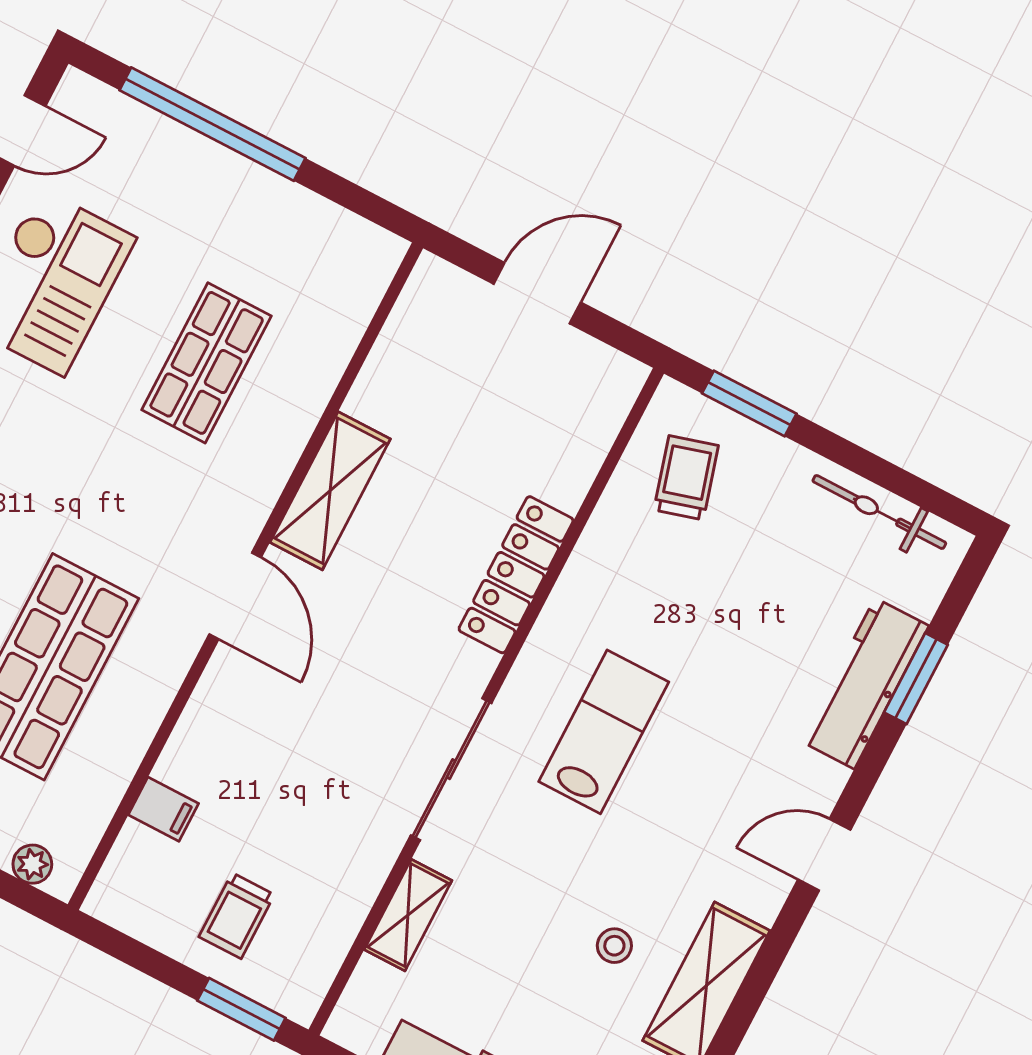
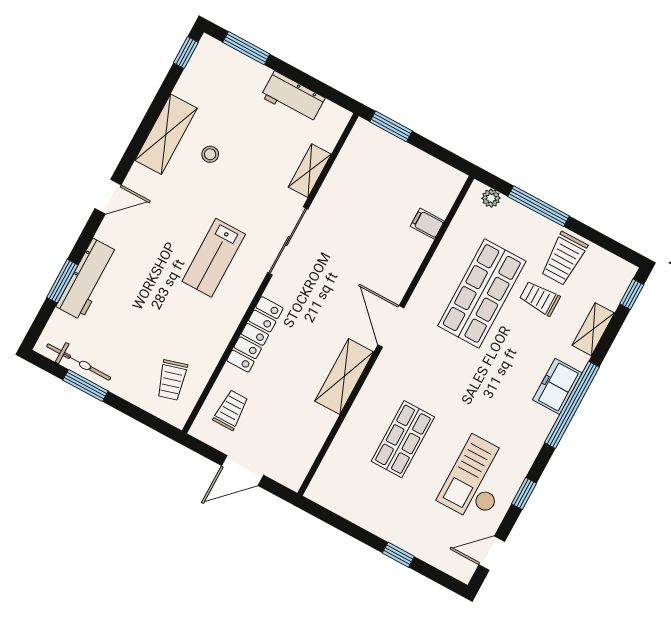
window: (213, 124) -> (398, 555), width x0.32
window: (749, 404) -> (85, 386), moved
trolley: (237, 916) -> (231, 410), moved

